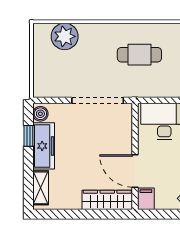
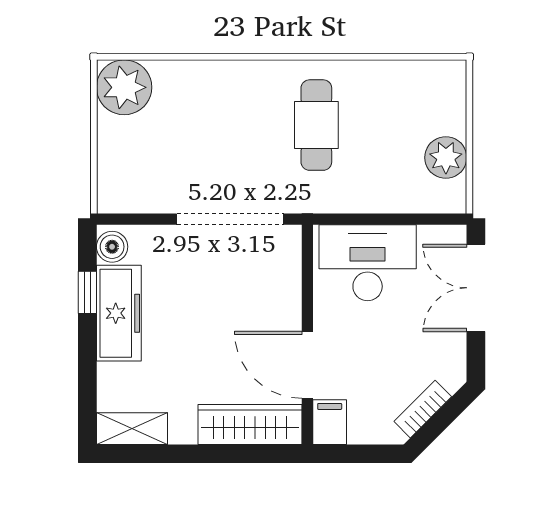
plant: (65, 36) -> (124, 87), moved
cafe table: (139, 55) -> (316, 125), turned 90
shelving: (41, 188) -> (132, 429), moved, turned 90

